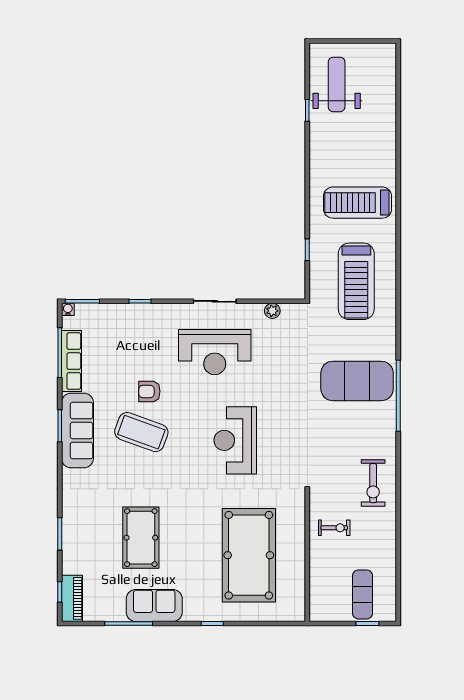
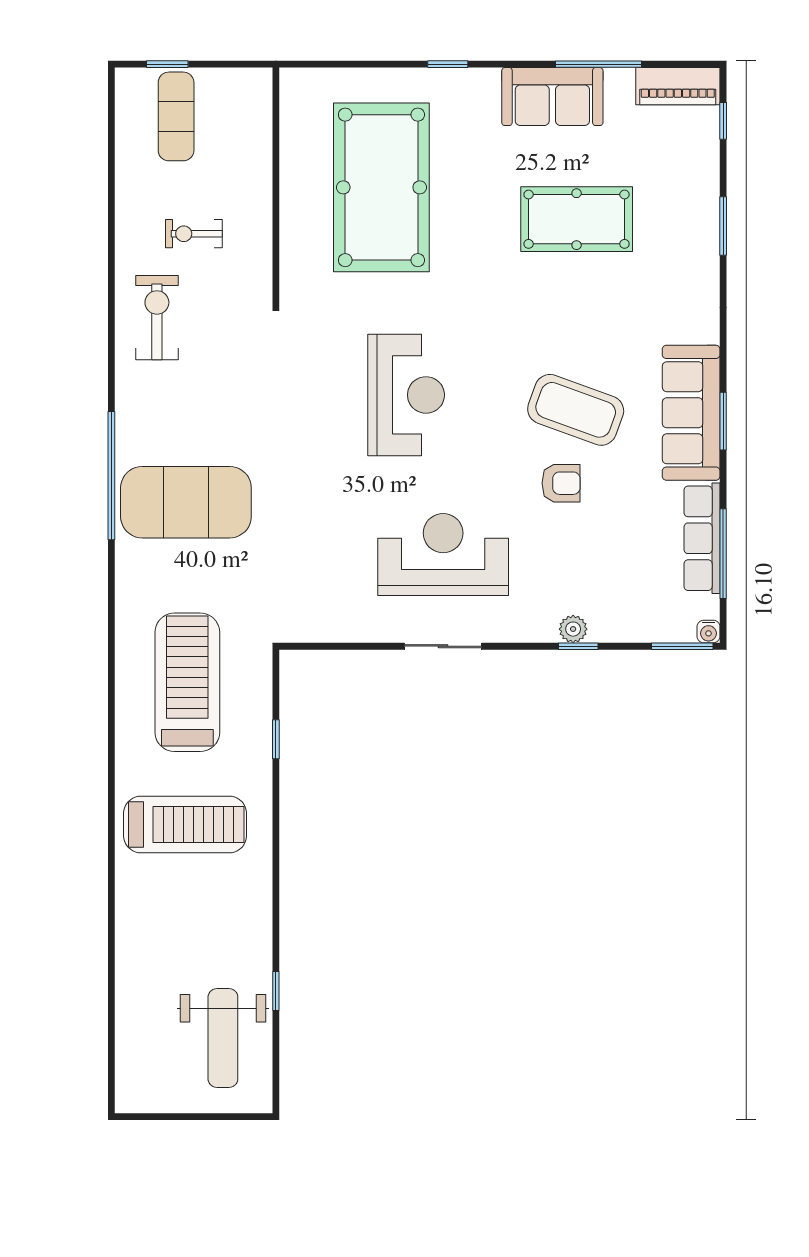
plant: (272, 311) -> (573, 629), moved
exercise bike: (334, 528) -> (194, 234), moved
pool table: (141, 538) -> (577, 219), turned 90
piano: (72, 598) -> (678, 86), moved, turned -90

